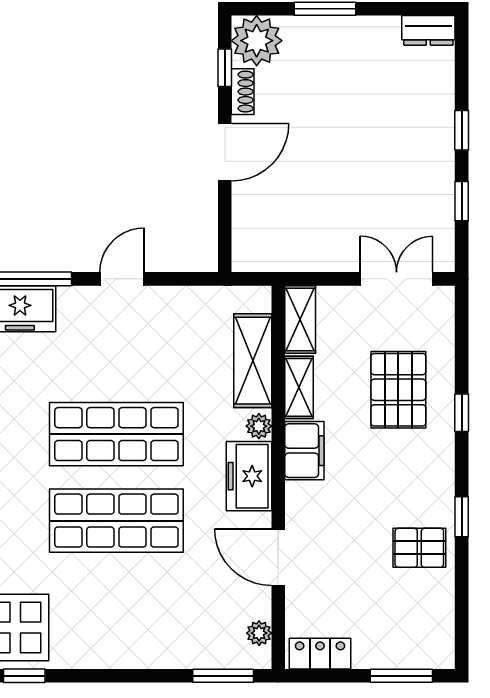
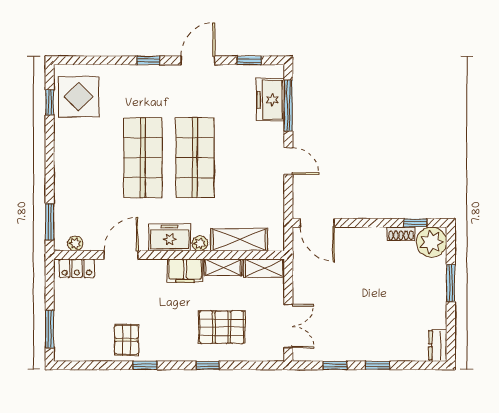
door: (225, 152) -> (317, 223), moved
locker: (320, 654) -> (77, 268), moved, turned 90

